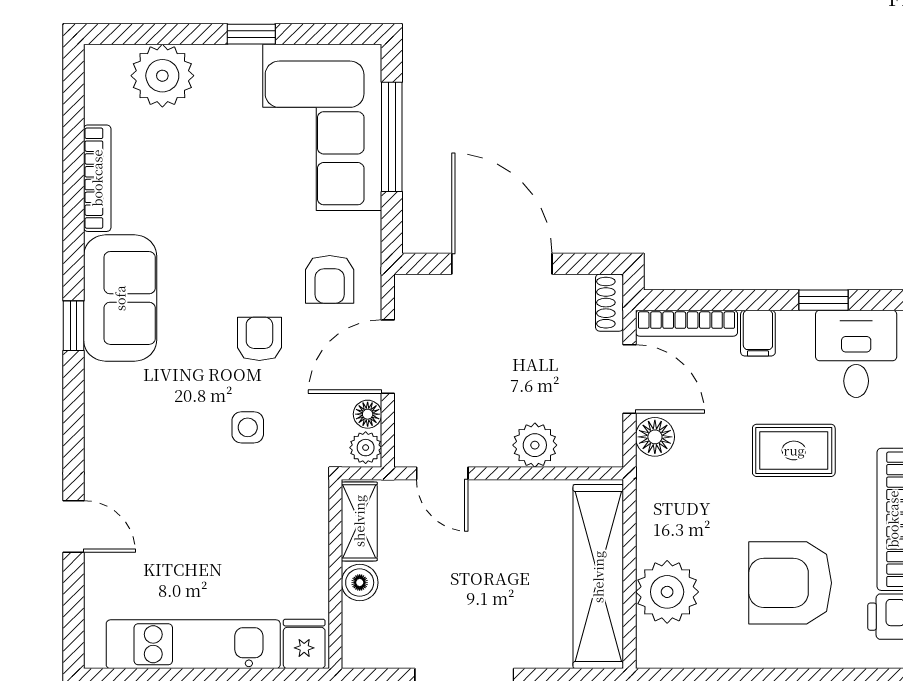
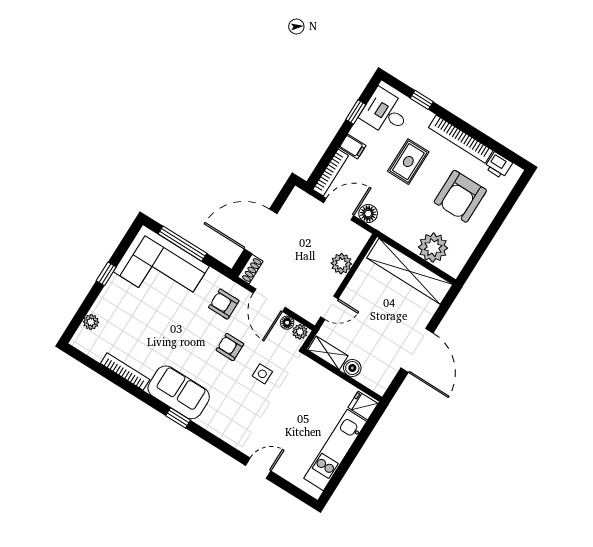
plant: (162, 76) -> (91, 322), width x0.53, depth x0.53
armchair: (330, 279) -> (224, 304), turned 180
shoe rack: (609, 303) -> (250, 269), moved, turned -90

